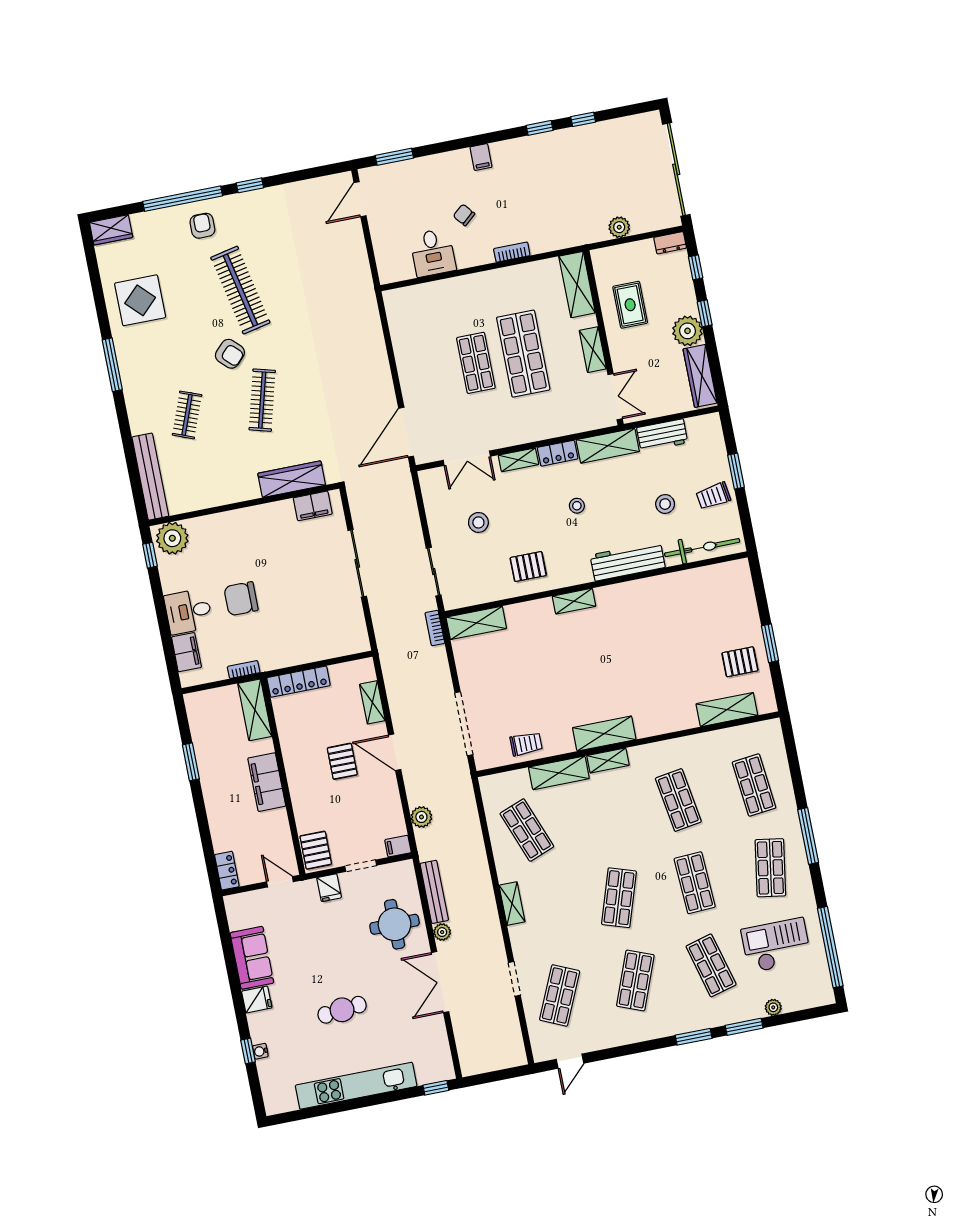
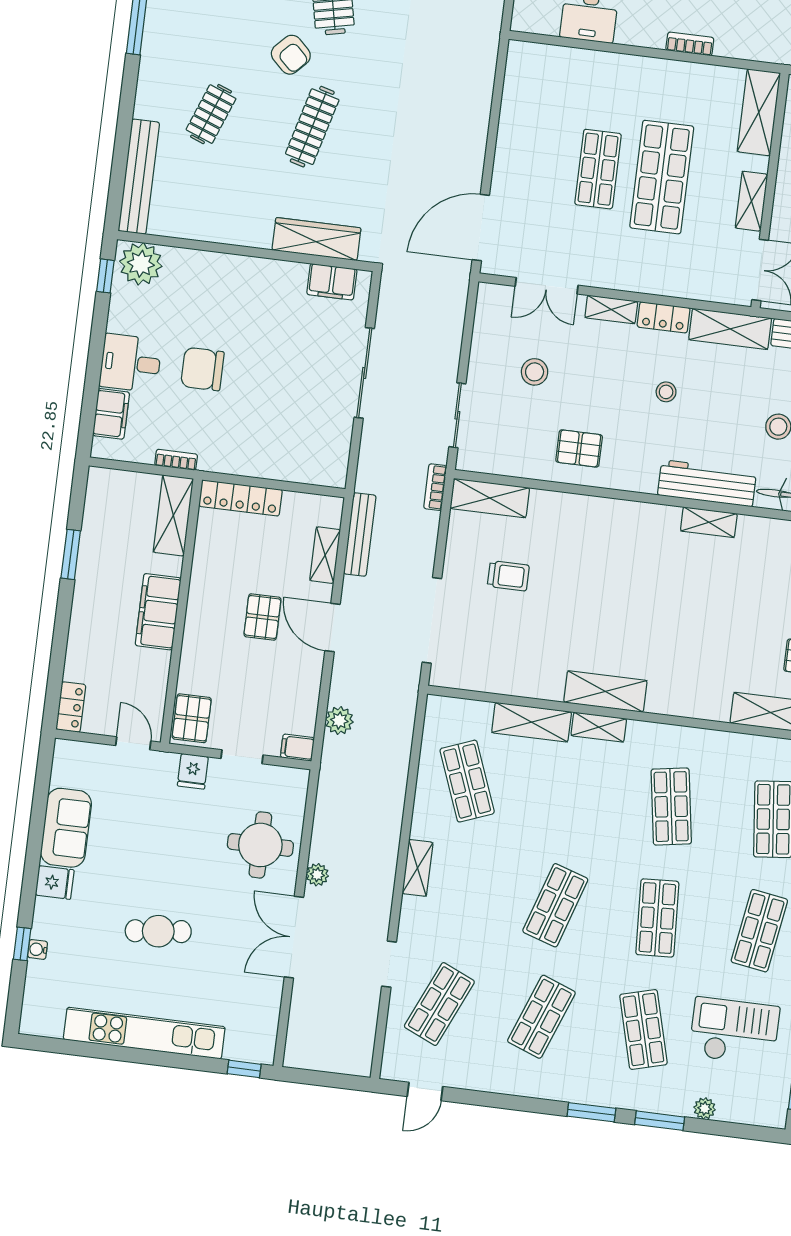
shelving: (574, 601) -> (709, 522), moved
trolley: (526, 744) -> (508, 576), moved
bench: (434, 892) -> (360, 534), moved

